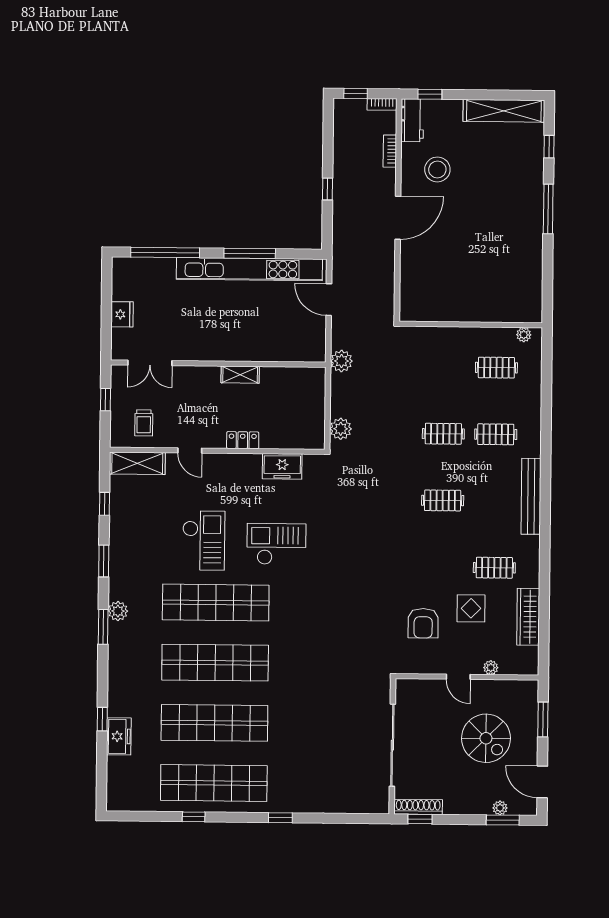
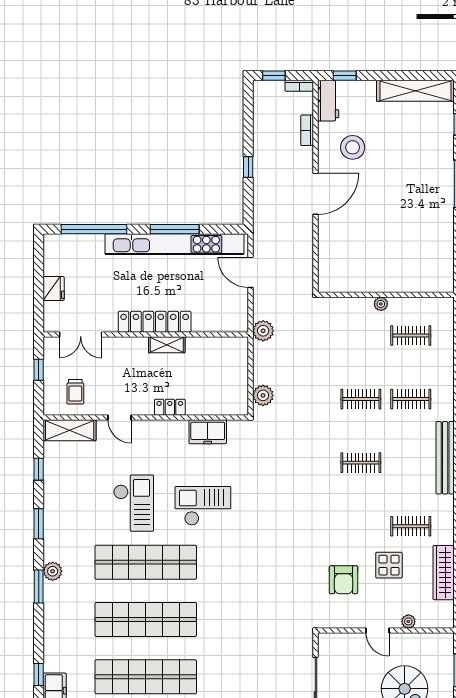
plant: (524, 335) -> (381, 304), moved
locker: (228, 350) -> (155, 322), added

